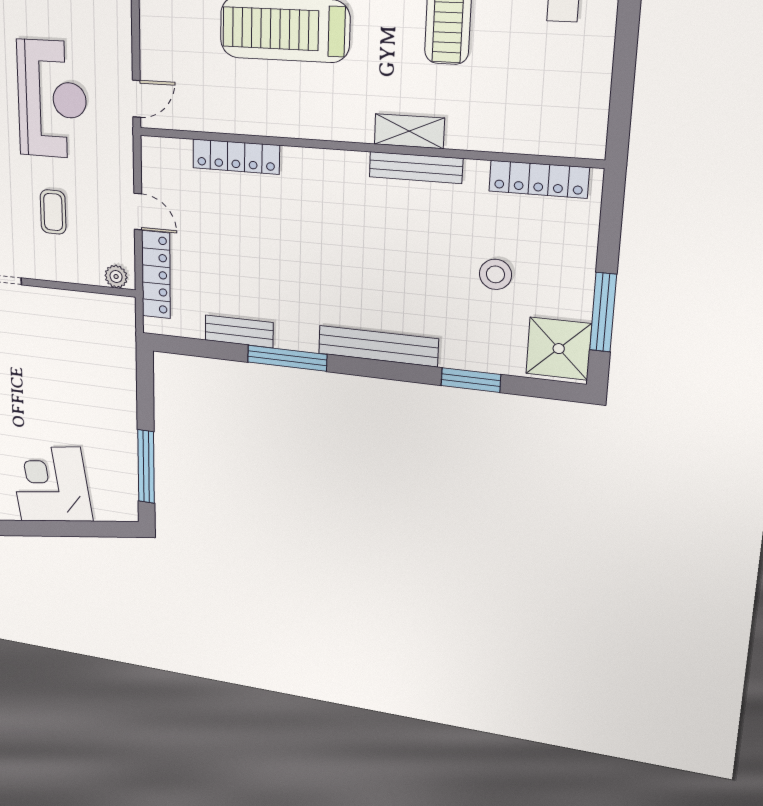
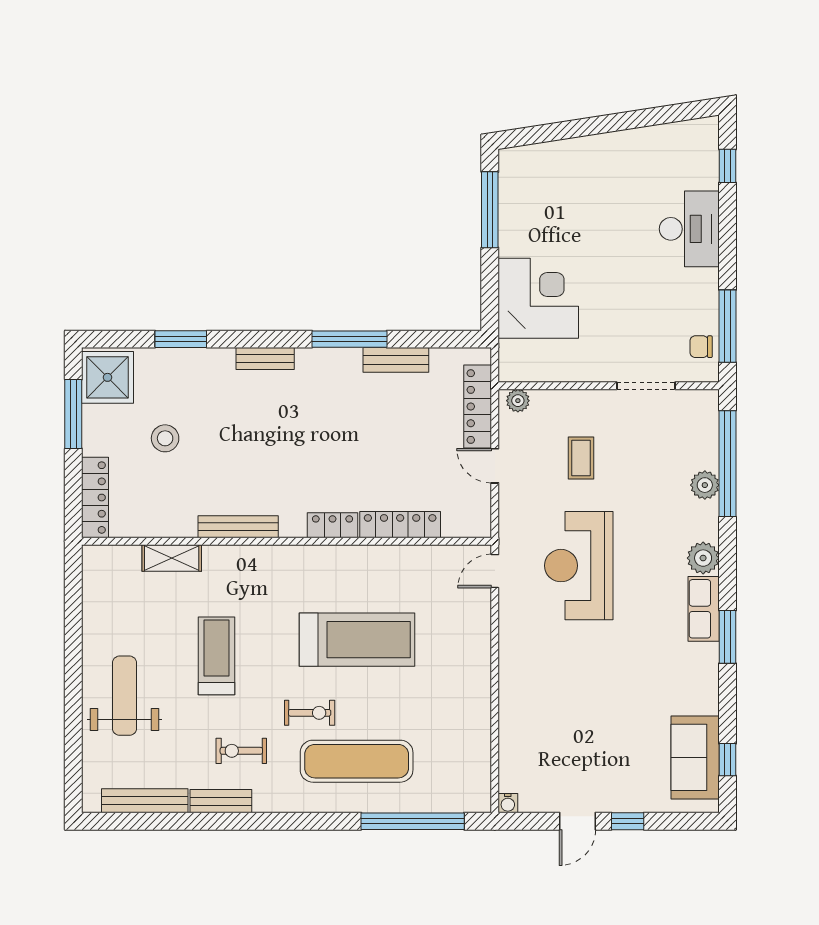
shelving: (409, 131) -> (172, 558), moved
locker: (309, 161) -> (333, 525), added
locker: (539, 179) -> (95, 498), moved, turned 90
bench: (378, 346) -> (265, 359), width x0.54, depth x0.82
corner desk: (51, 484) -> (538, 298), moved, turned -81

